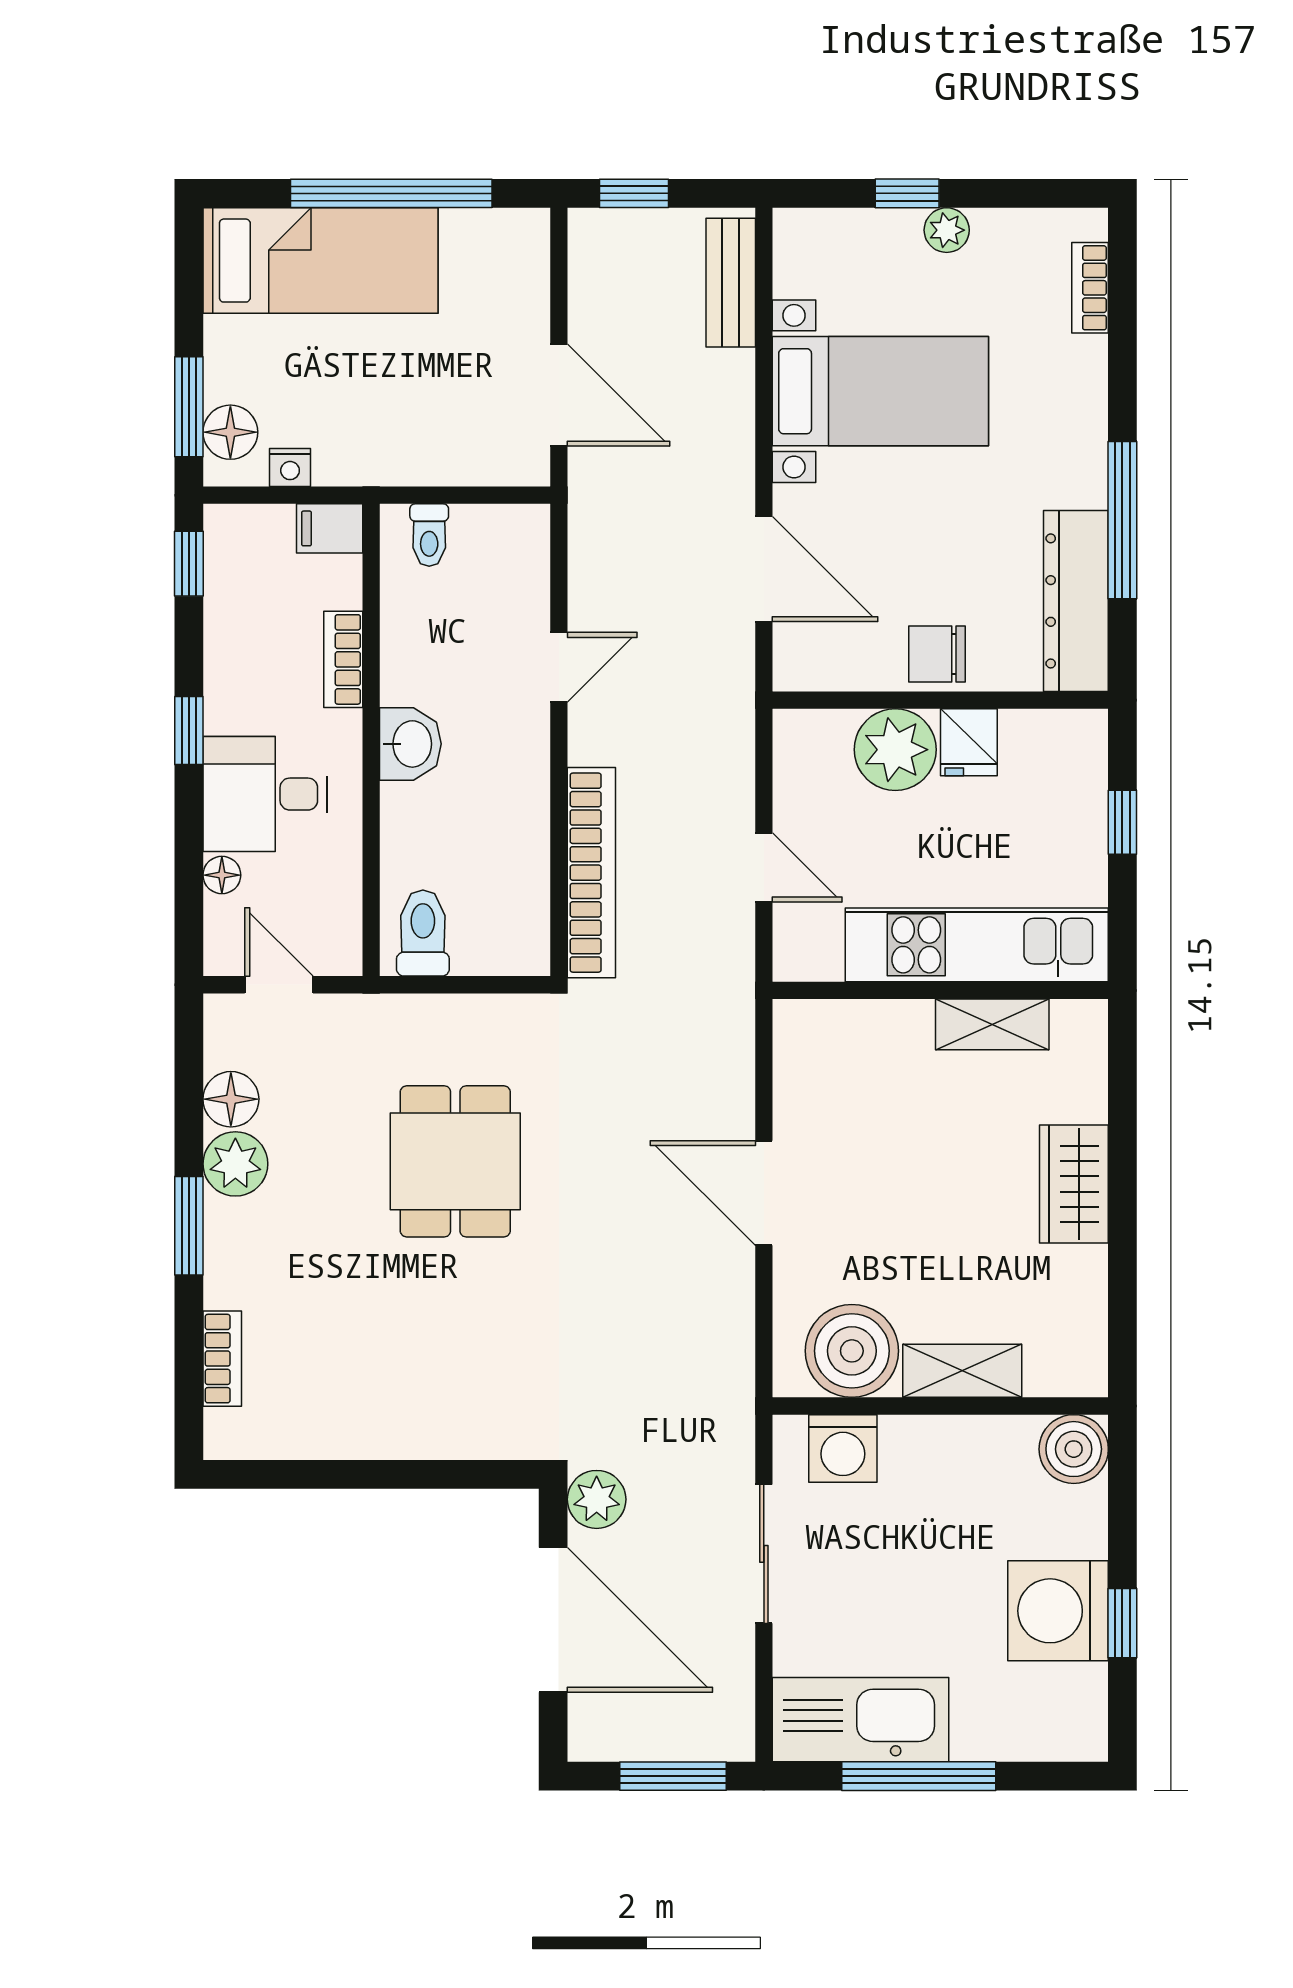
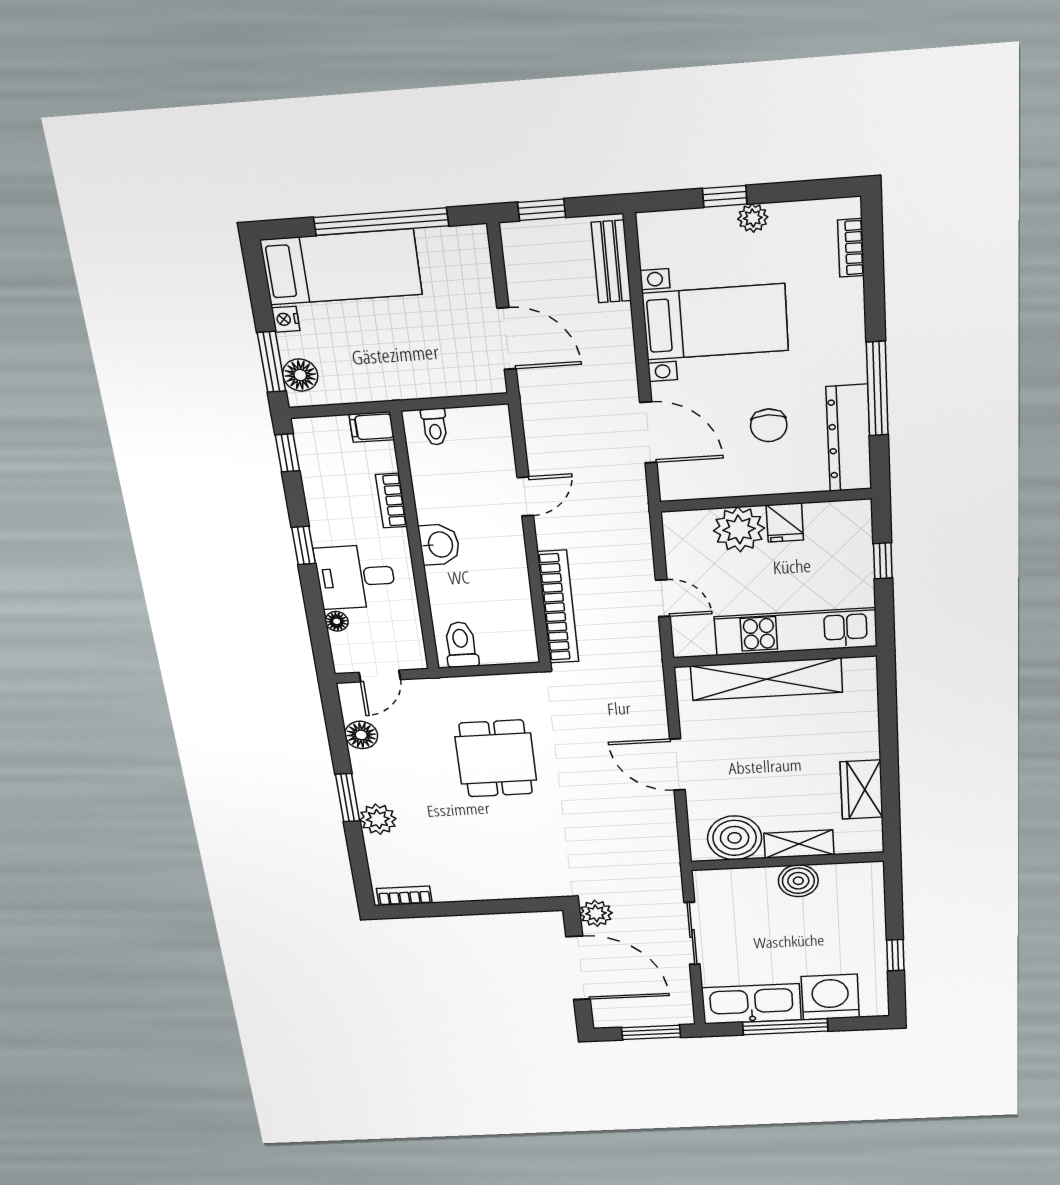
nightstand: (290, 467) -> (286, 319), moved, turned 90
chair: (937, 654) -> (769, 425), moved, turned -90
door: (279, 985) -> (380, 676), swing flipped
shelving: (992, 1024) -> (767, 679), width x2.20, depth x1.33
plant: (235, 1164) -> (378, 819), moved
wardrobe: (1074, 1184) -> (862, 790), moved
bookcase: (222, 1359) -> (404, 896), moved, turned -90
washing machine: (843, 1448) -> (733, 884), removed
boiler: (1074, 1449) -> (798, 881), moved
washing machine: (1058, 1611) -> (830, 997), moved, turned 90

